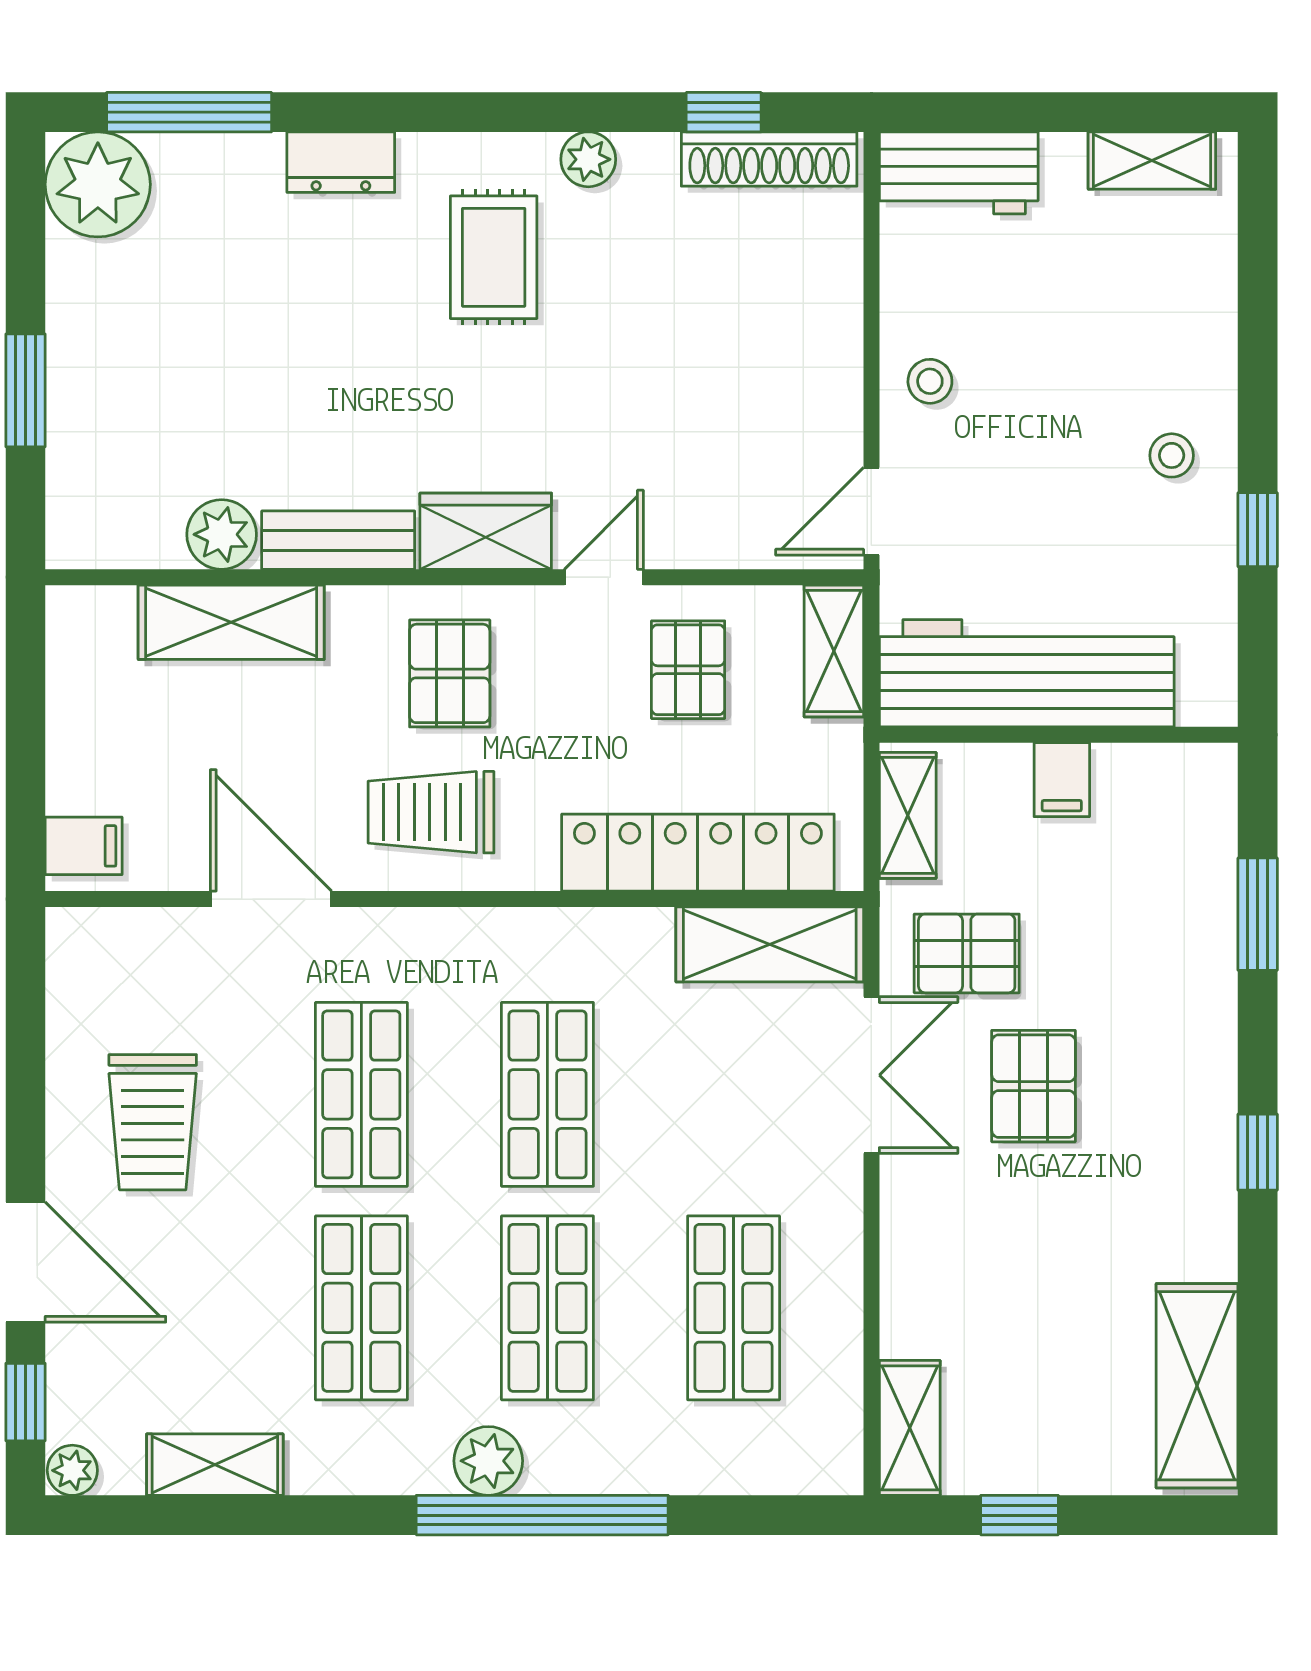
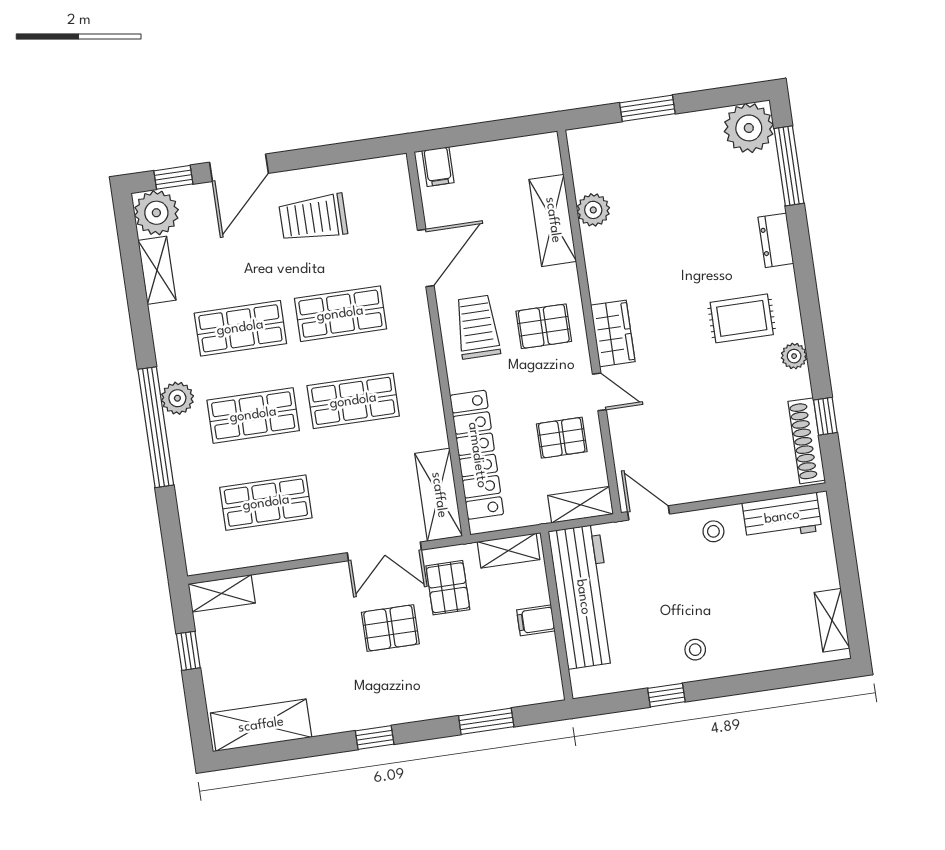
workbench: (959, 173) -> (782, 517), moved, turned -90
bench: (338, 540) -> (599, 265), removed
plant: (72, 1470) -> (156, 213), width x1.87, depth x1.87

